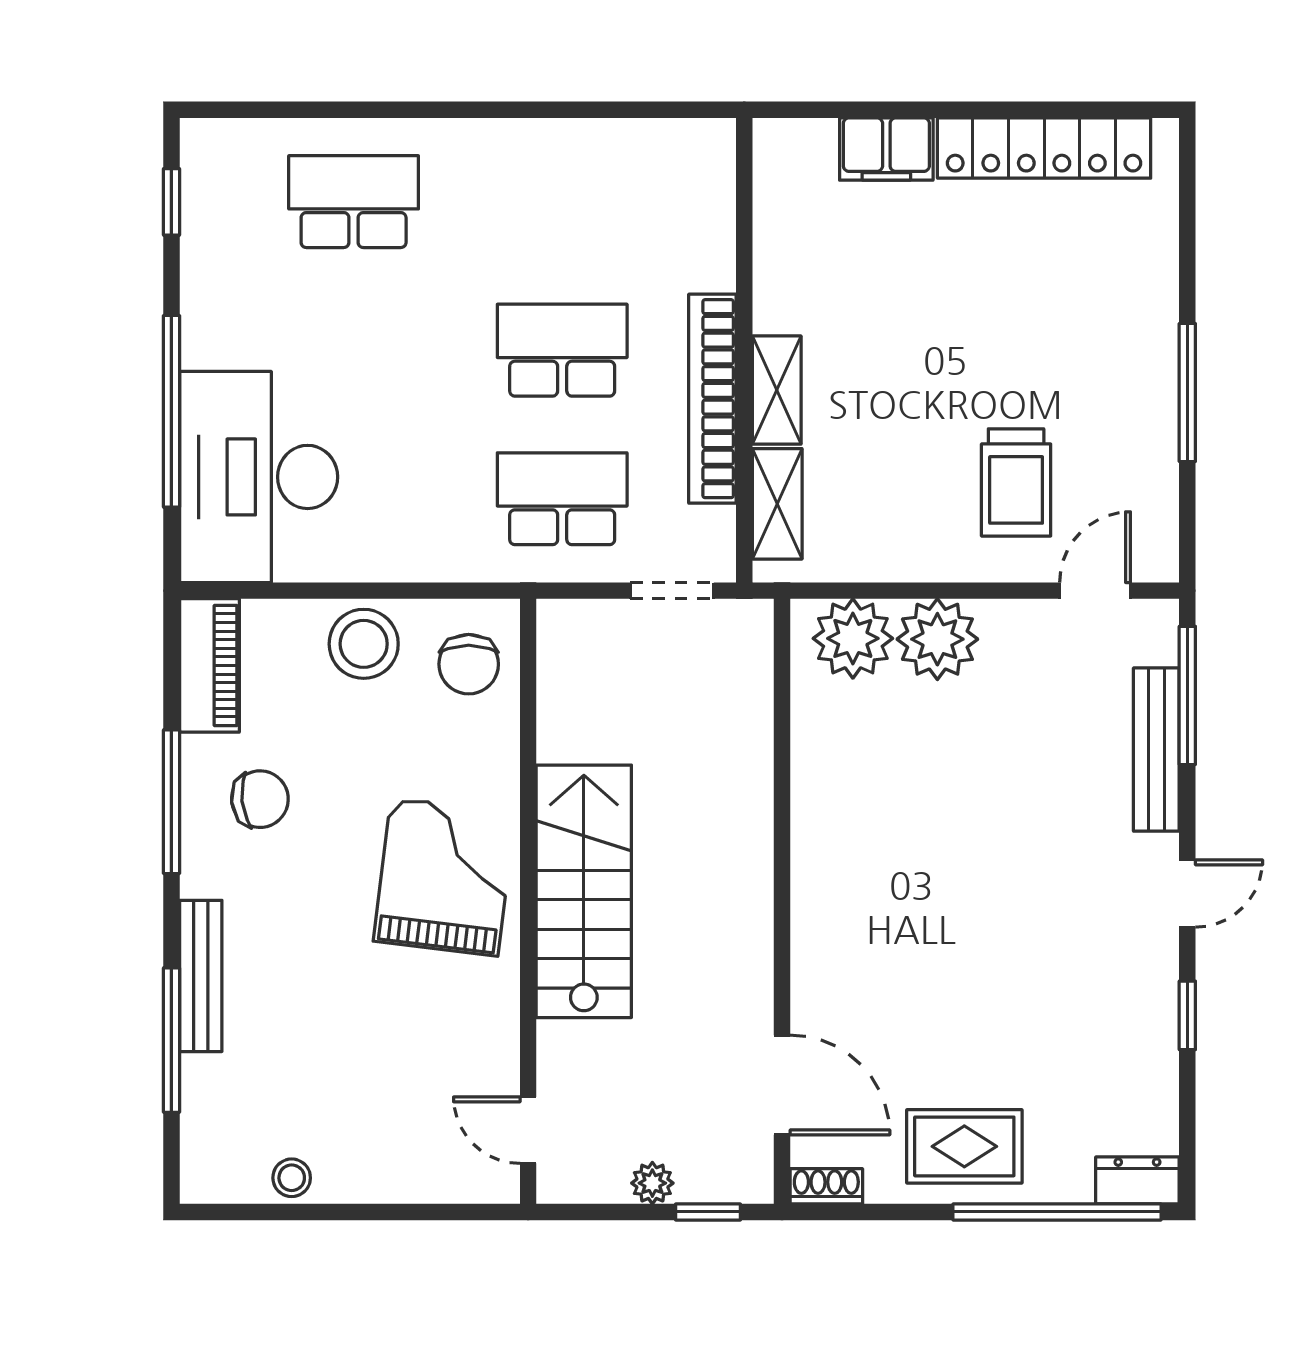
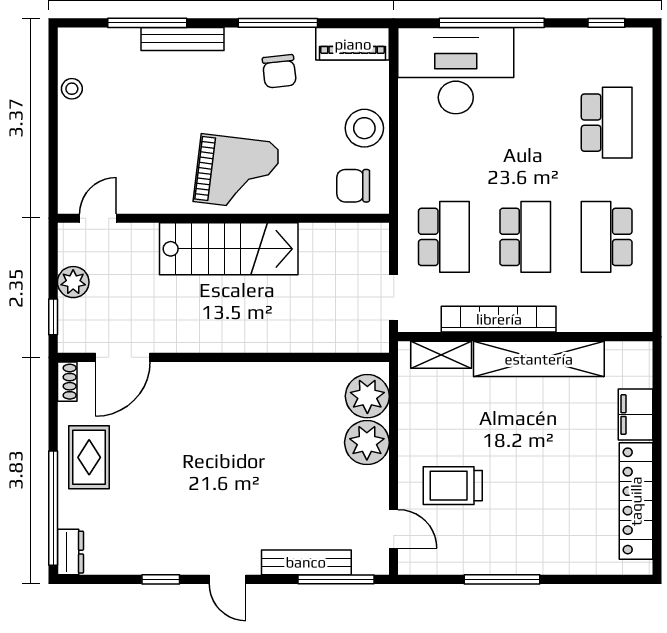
school desk: (562, 202) -> (607, 237), added
shelving: (777, 390) -> (539, 359), width x2.20, depth x1.33
plant: (652, 1183) -> (73, 282), width x1.38, depth x1.38

